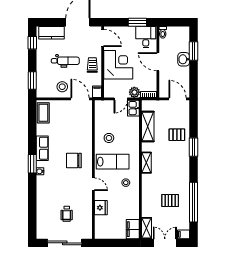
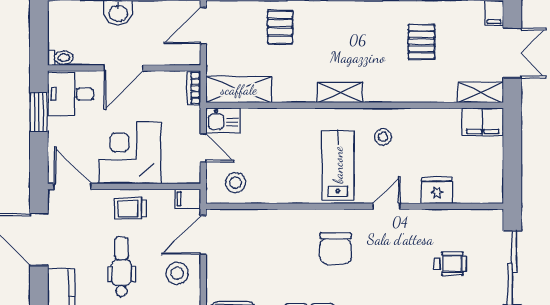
door: (103, 38) -> (72, 187), hinge flipped
plant: (134, 92) -> (189, 118), removed
shelving: (148, 127) -> (239, 90), moved
stool: (109, 138) -> (236, 183), moved
double door: (165, 243) -> (512, 53), swing flipped

